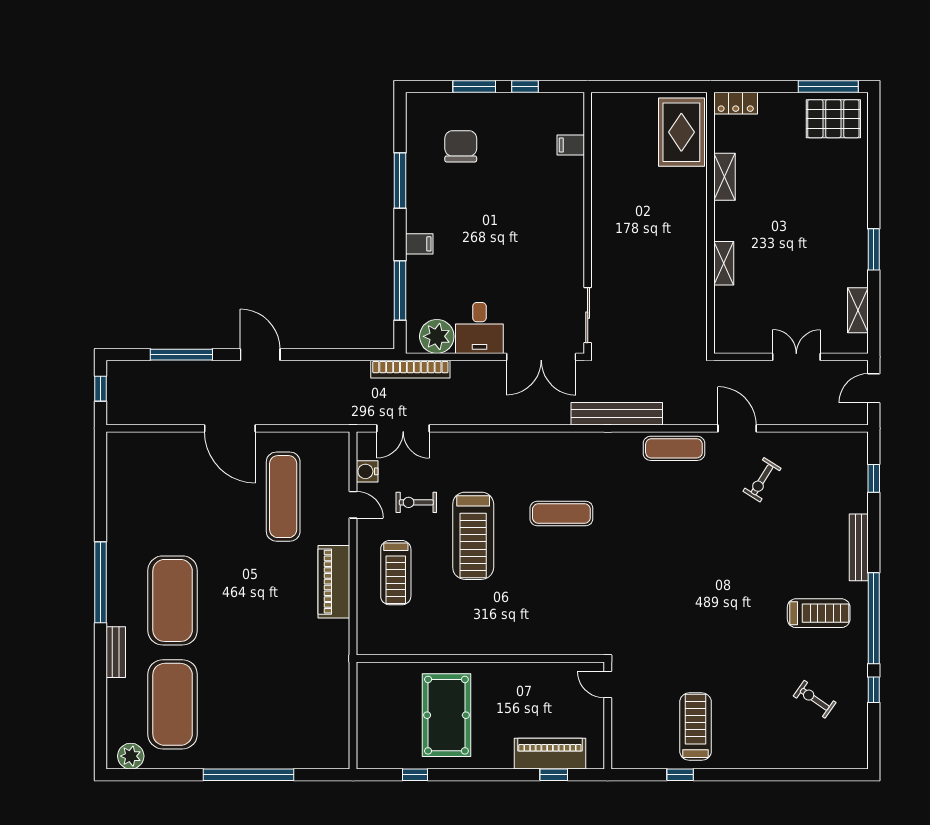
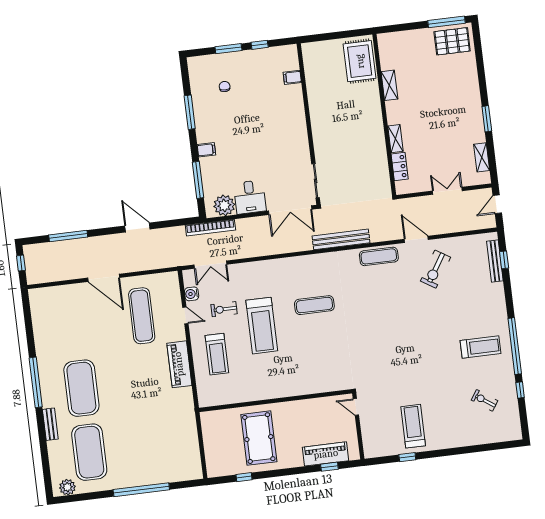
locker: (736, 103) -> (400, 166), moved, turned -90
chair: (461, 146) -> (225, 87), width x0.54, depth x0.54
door: (260, 355) -> (137, 227), moved
exercise bike: (762, 480) -> (435, 269), width x1.38, depth x1.39
bench: (859, 547) -> (495, 261), moved

